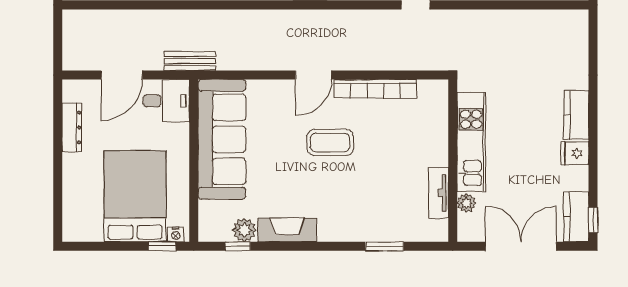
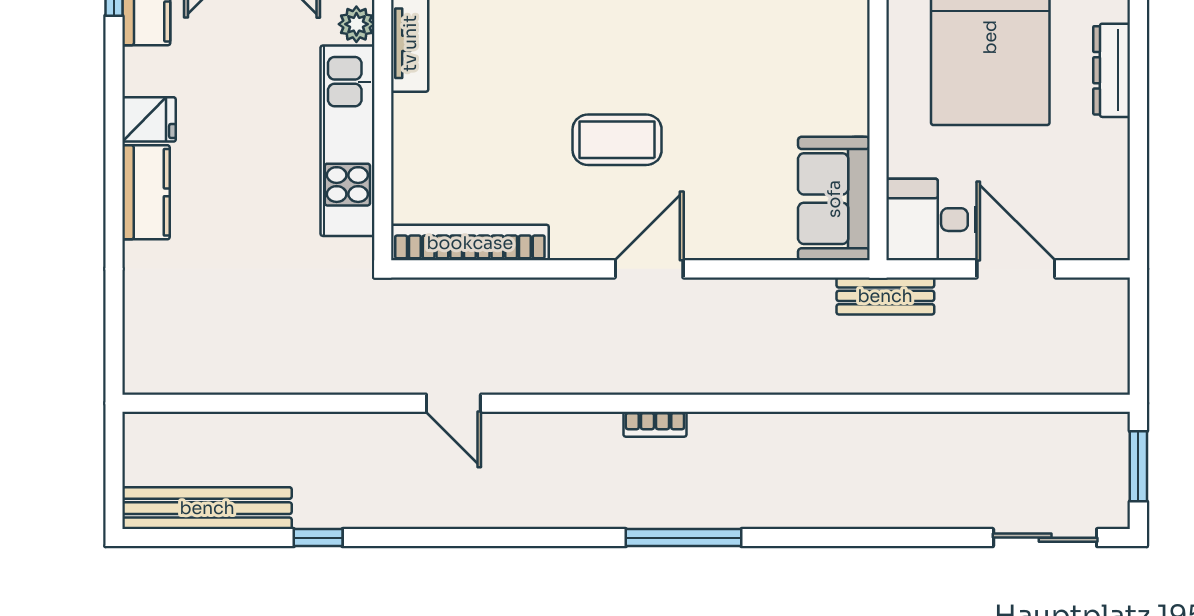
door: (122, 75) -> (1016, 269), hinge flipped
bookcase: (375, 89) -> (470, 243), moved
dresser: (72, 127) -> (1112, 70), moved
sofa: (222, 139) -> (834, 199), width x0.54, depth x0.79

